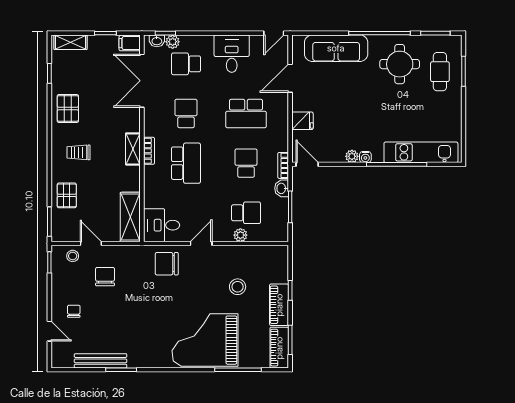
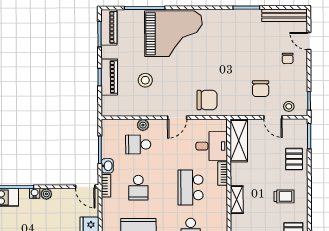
bookcase: (149, 151) -> (223, 173), moved
desk: (162, 225) -> (212, 146), moved
piano: (279, 305) -> (109, 77), moved
bench: (101, 361) -> (285, 15), moved

